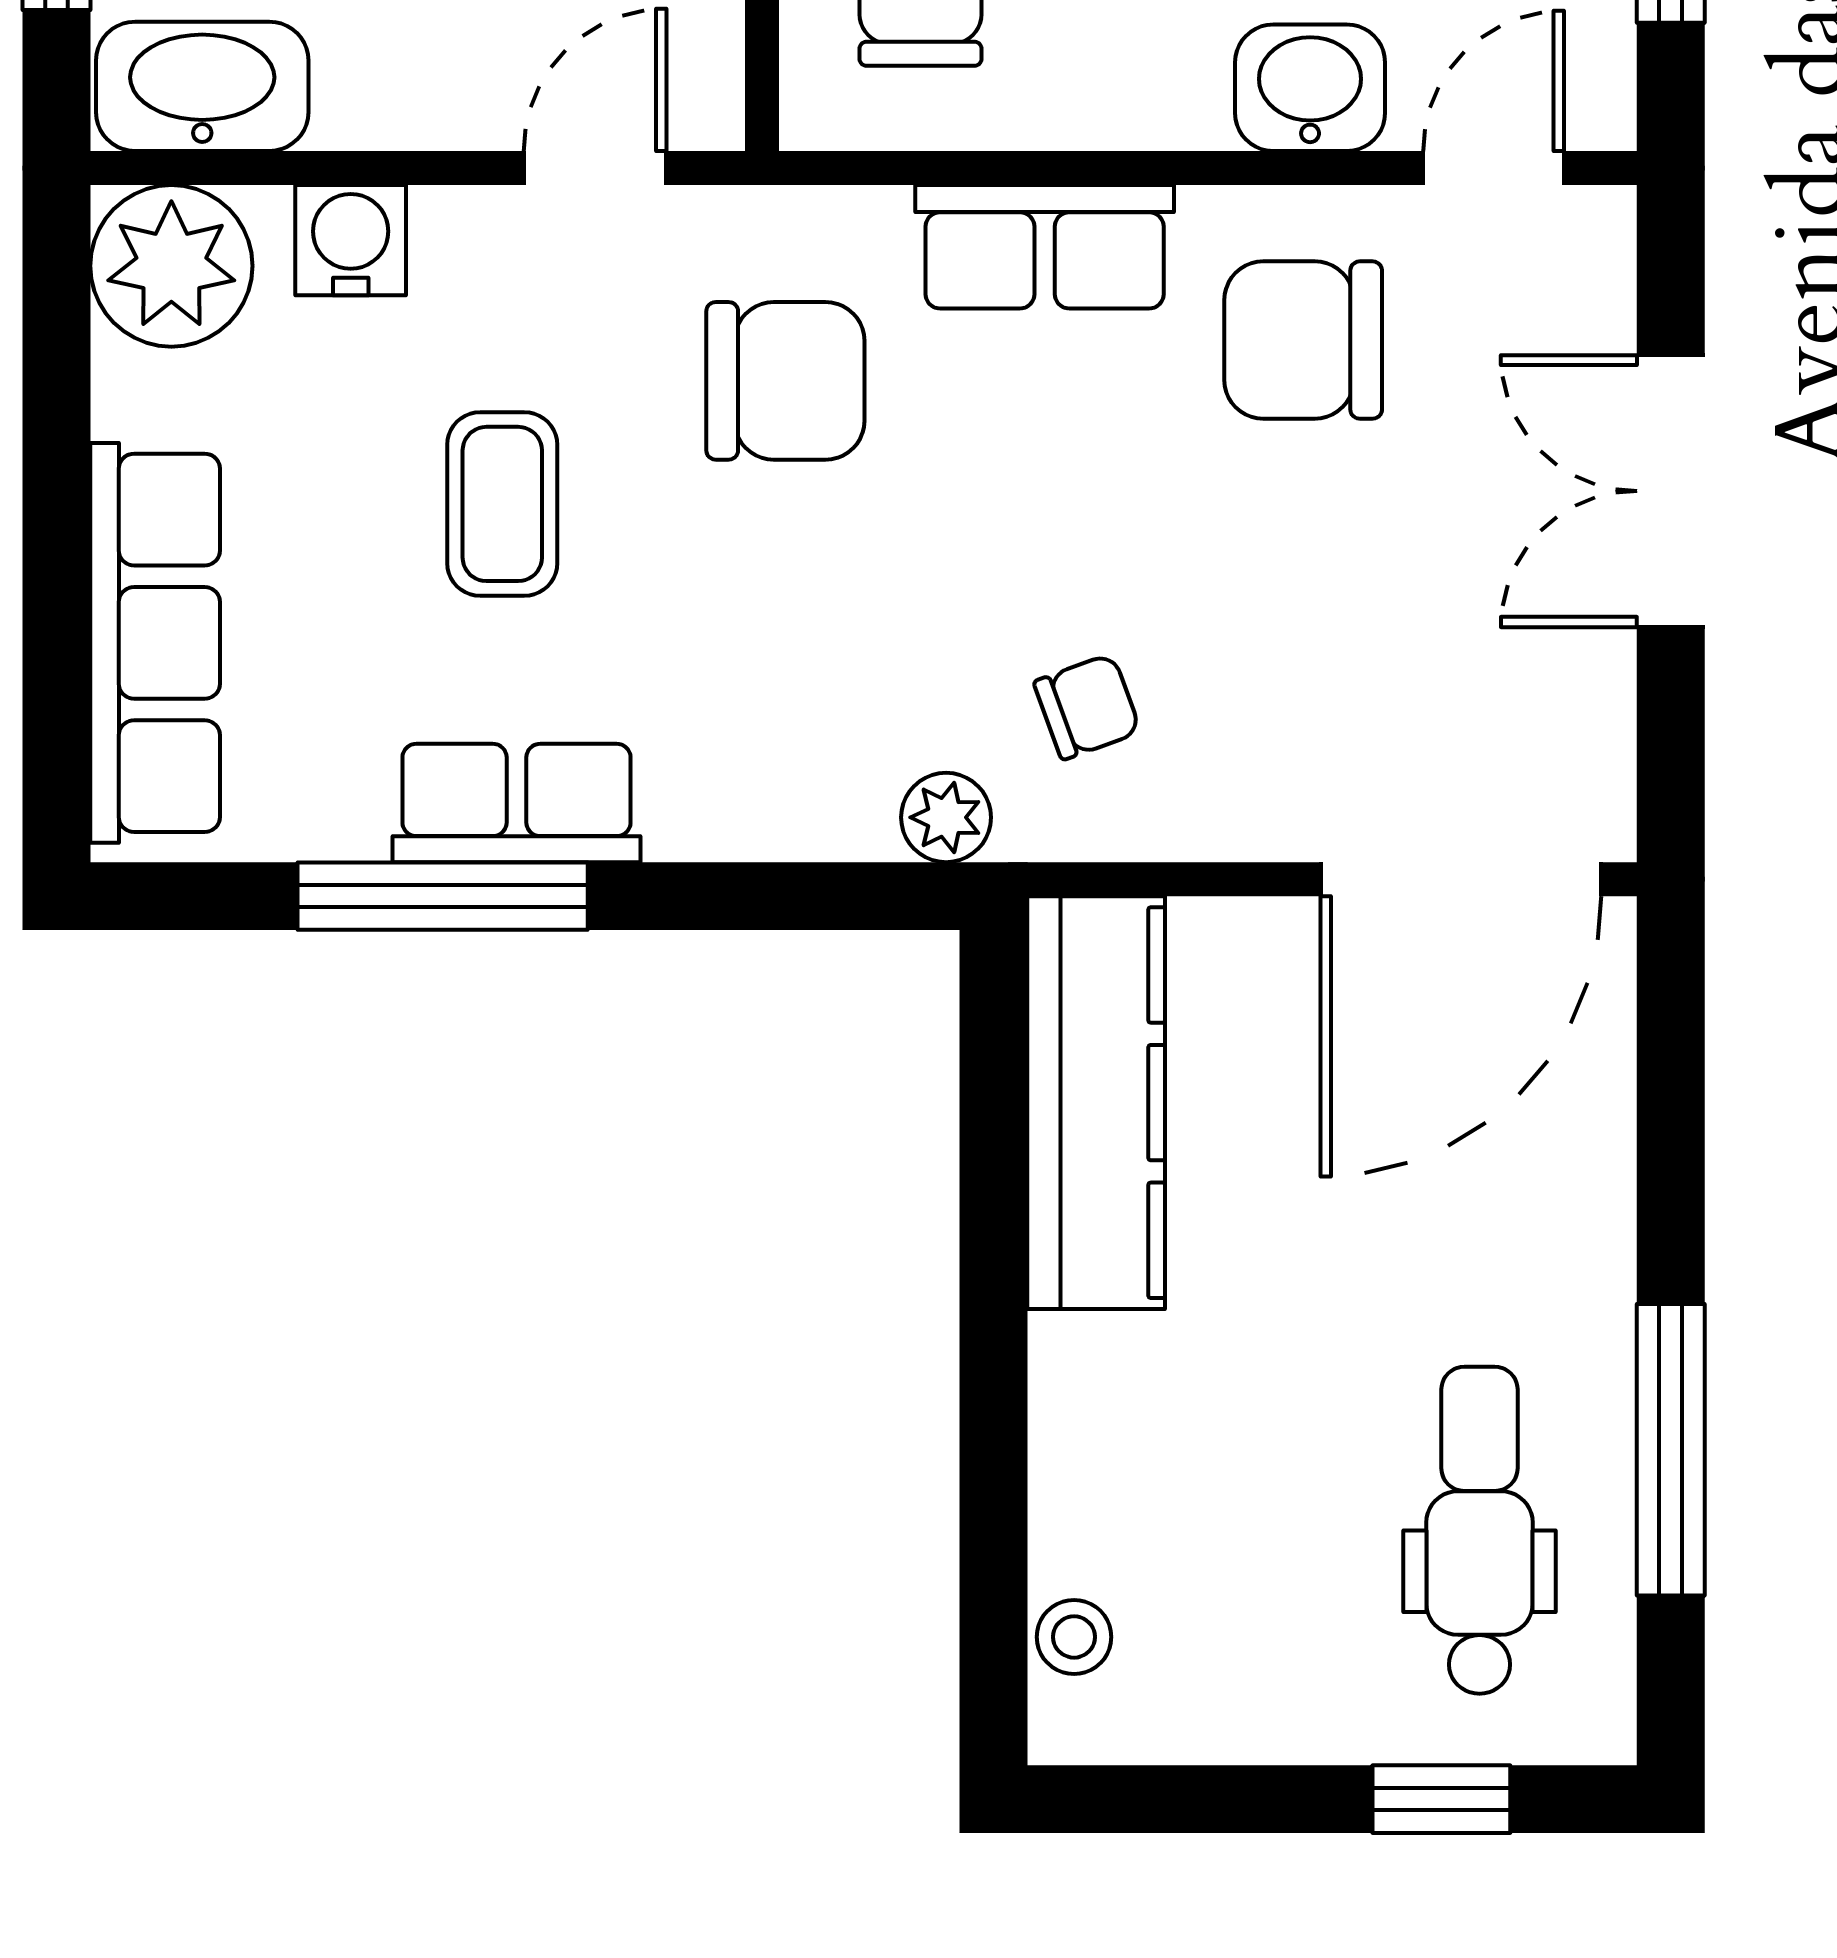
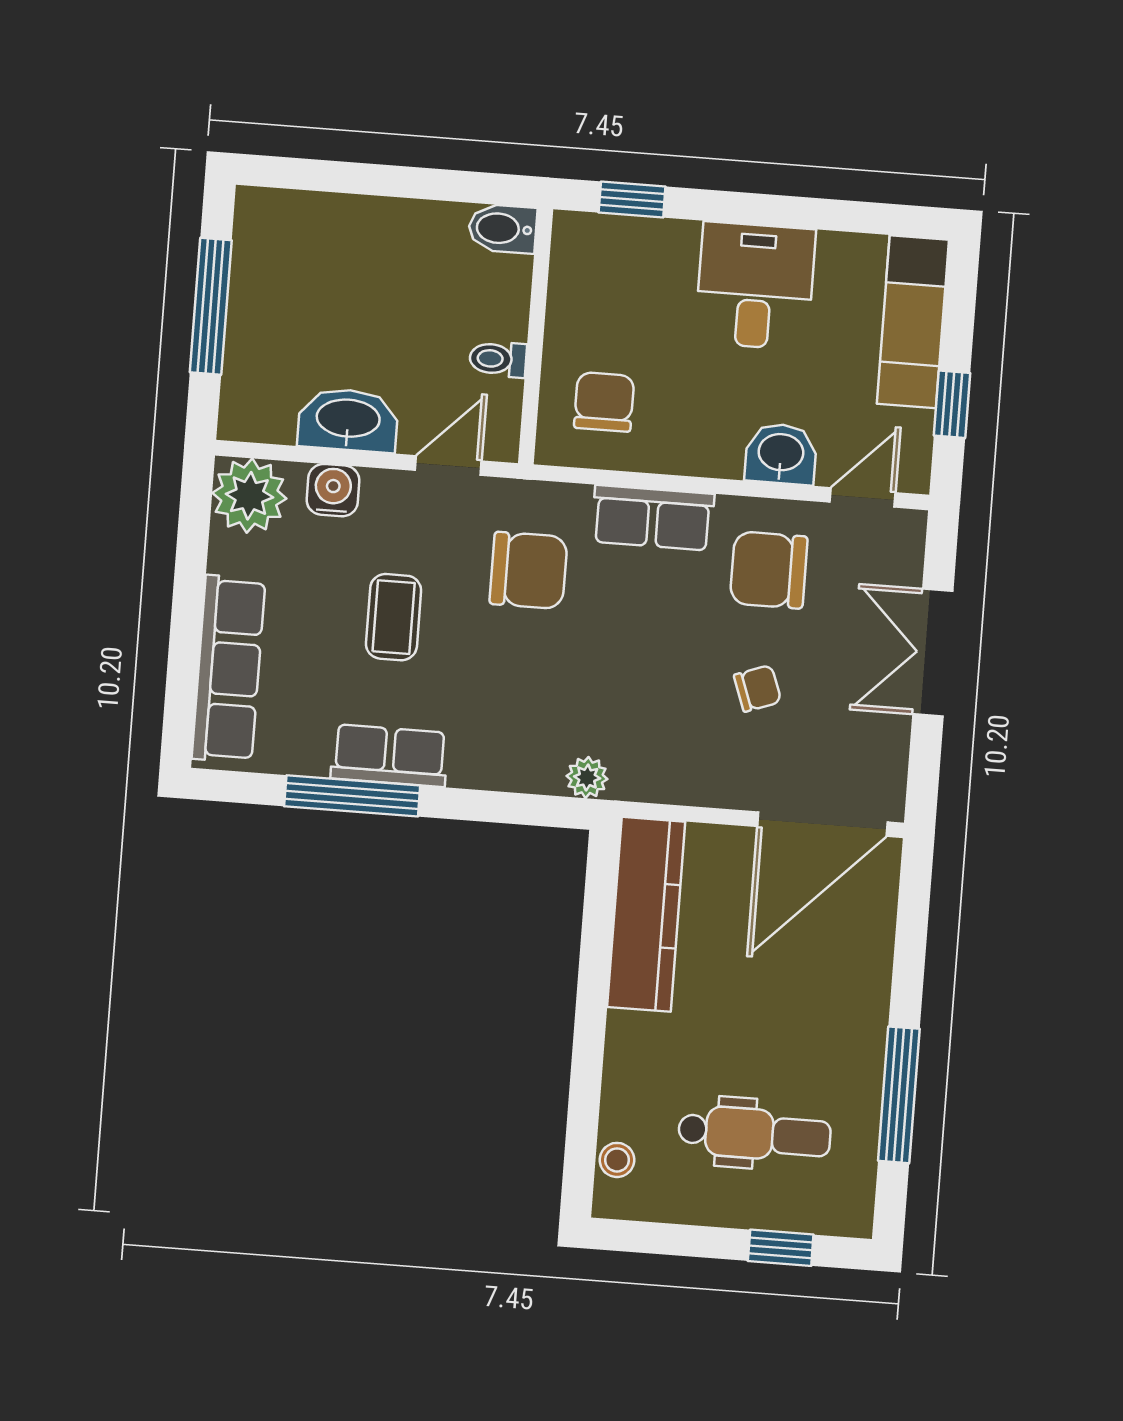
washbasin: (202, 86) -> (348, 420), moved
chair: (1087, 707) -> (758, 688), moved
dental chair: (1480, 1530) -> (754, 1134), moved, turned 90

